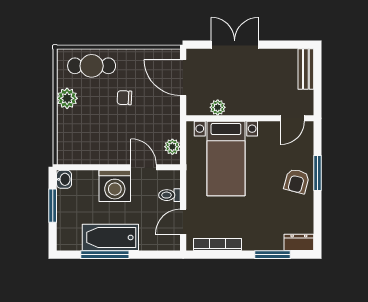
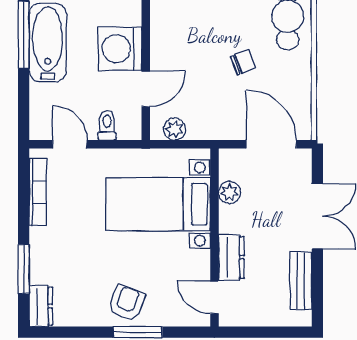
bench: (306, 69) -> (301, 281), moved, turned 90
door: (183, 78) -> (271, 144), hinge flipped
chair: (124, 98) -> (243, 62), turned 67
dresser: (264, 106) -> (231, 257), added
armchair: (297, 181) -> (126, 303), turned 96

